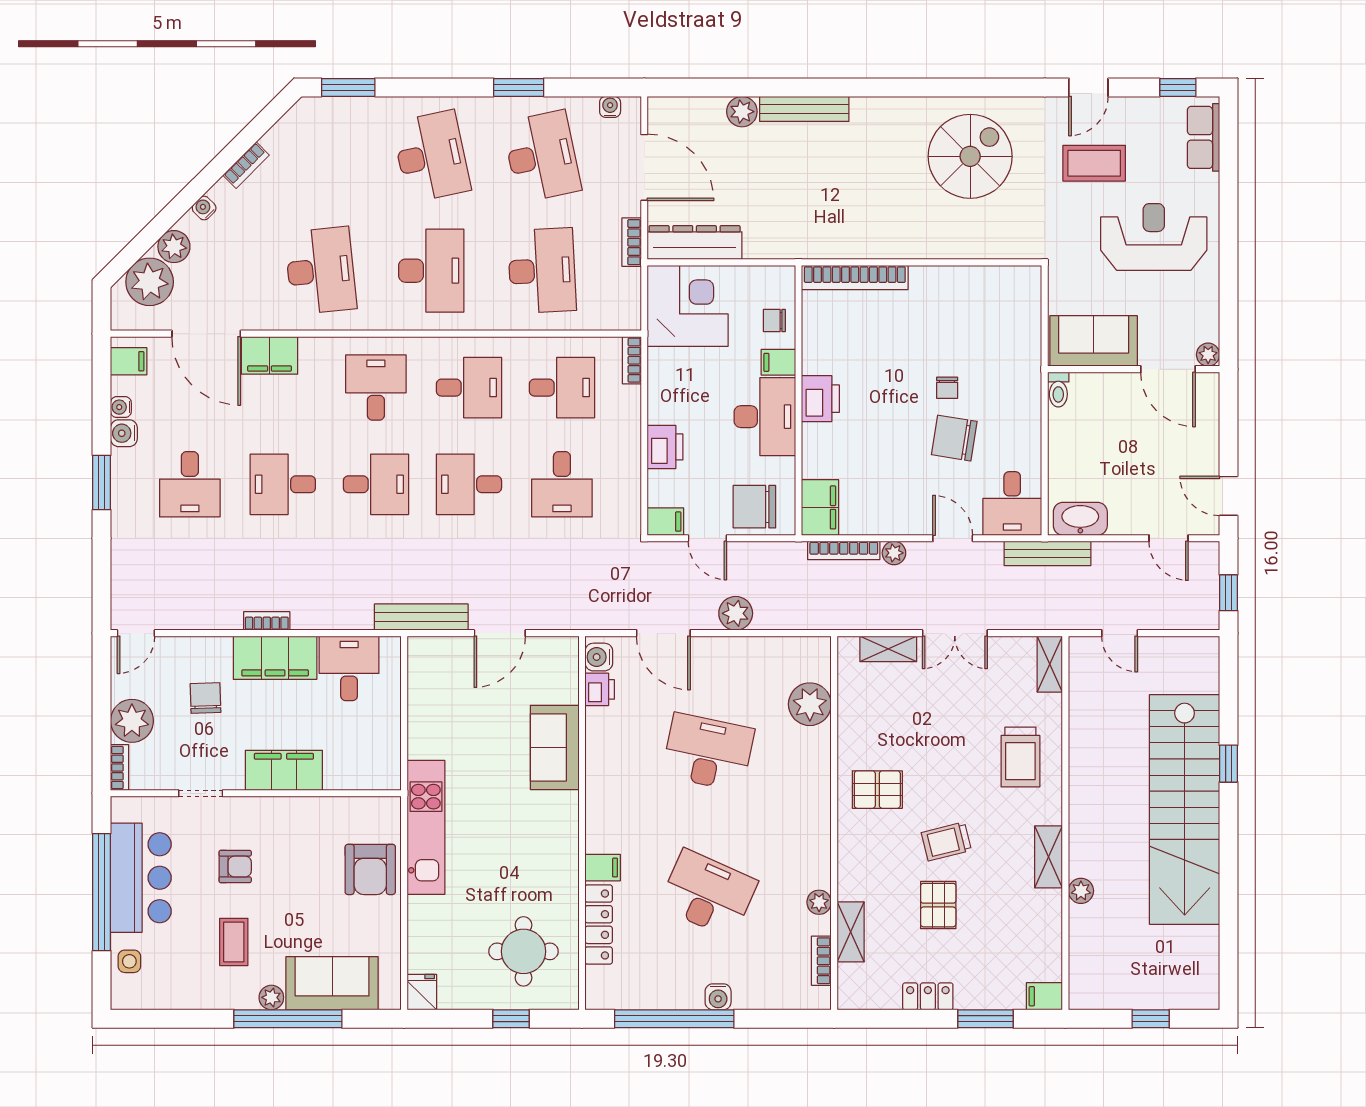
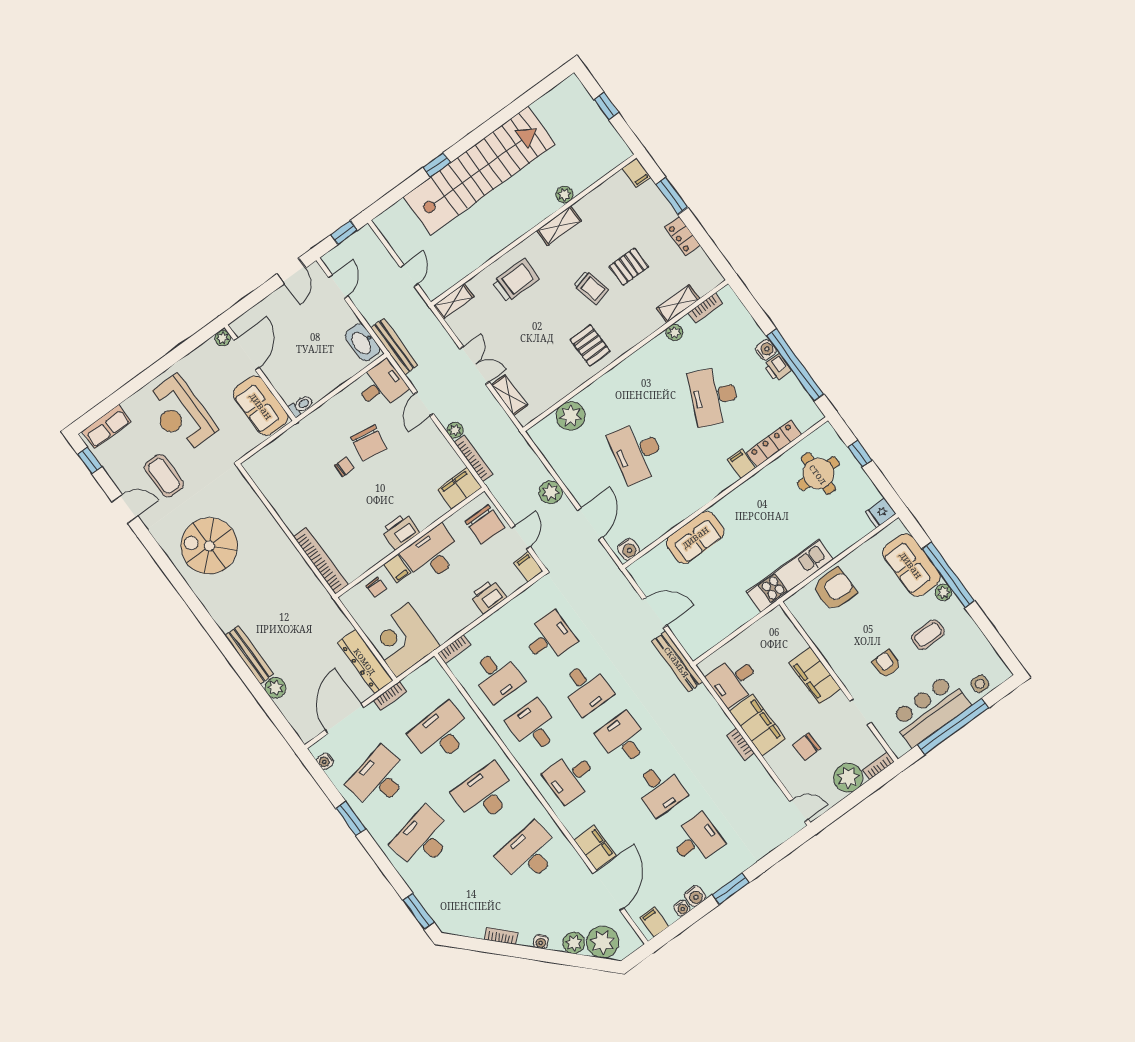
desk: (562, 388) -> (497, 676), turned 180
printer: (600, 689) -> (777, 368), moved, turned -90

